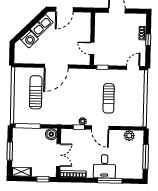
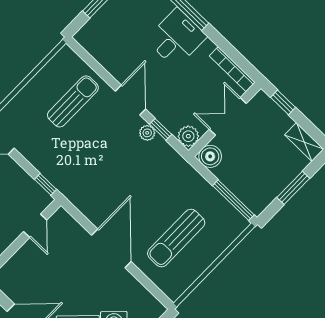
door: (56, 66) -> (111, 248), hinge flipped
sun lounger: (109, 98) -> (73, 101), moved
plant: (129, 136) -> (188, 136), moved

